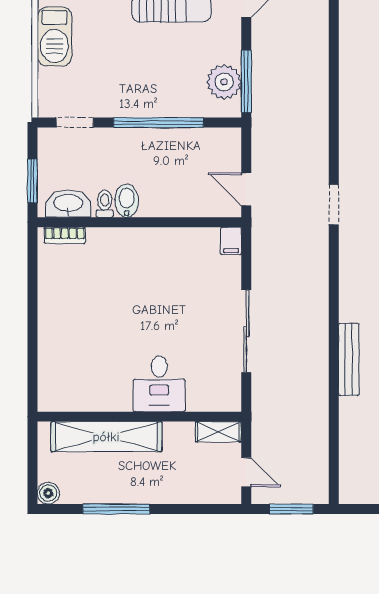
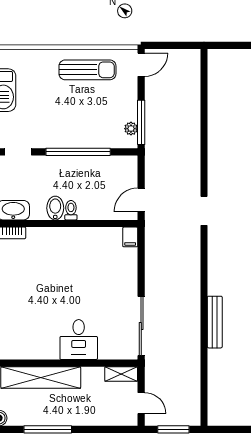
plant: (224, 82) -> (131, 129), width x0.53, depth x0.53
door: (246, 189) -> (141, 200), hinge flipped
toilet: (105, 204) -> (71, 210), moved
sliding door: (246, 331) -> (141, 326), moved

